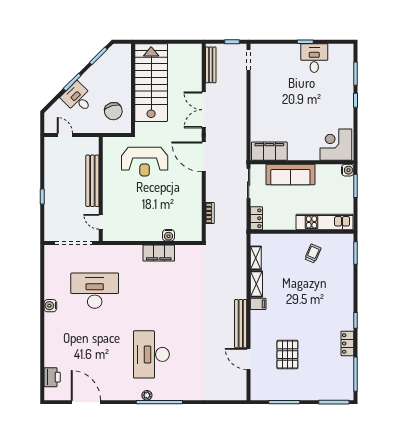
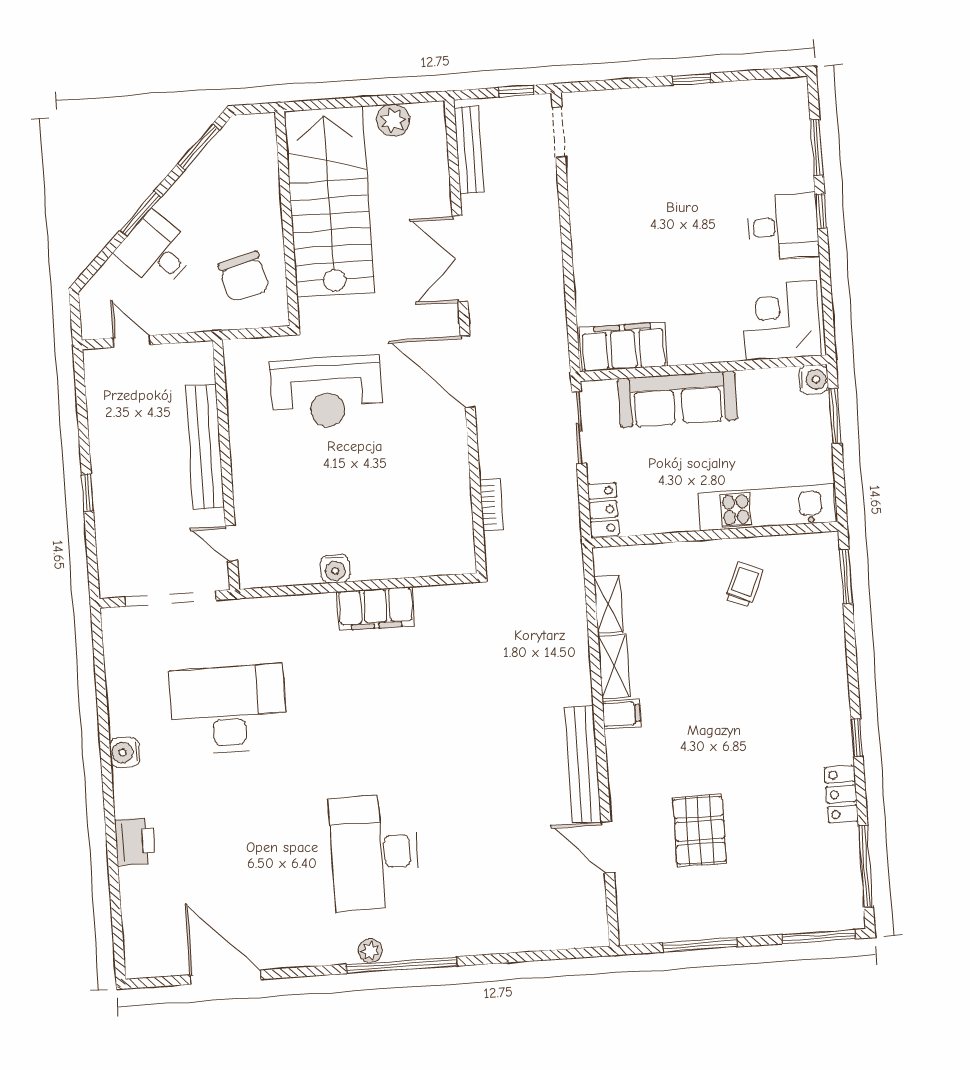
plant: (180, 50) -> (393, 120), added
desk: (314, 58) -> (783, 227), moved, turned 90
water cooler: (168, 235) -> (335, 569), moved
printer: (52, 377) -> (135, 841), moved

